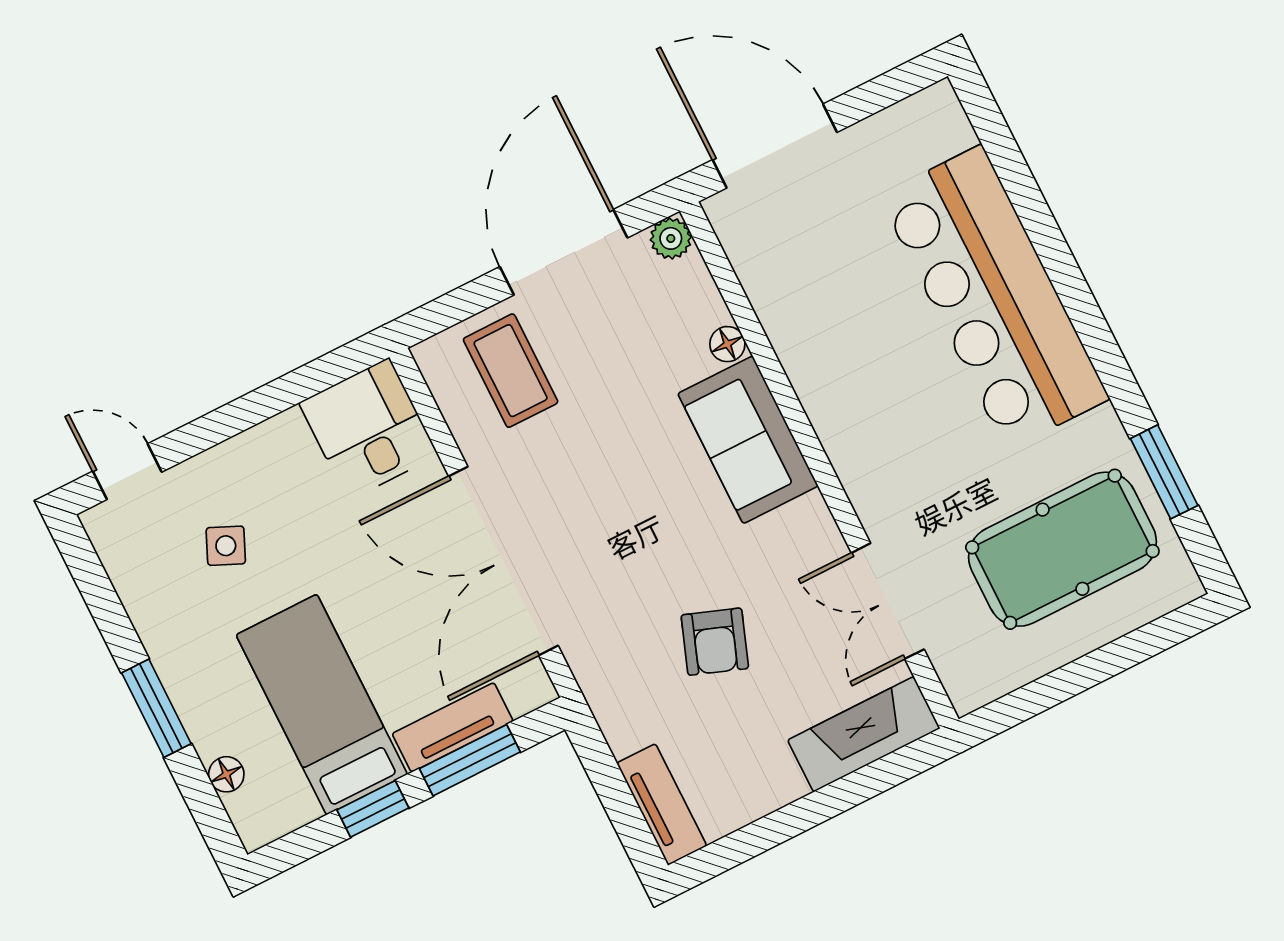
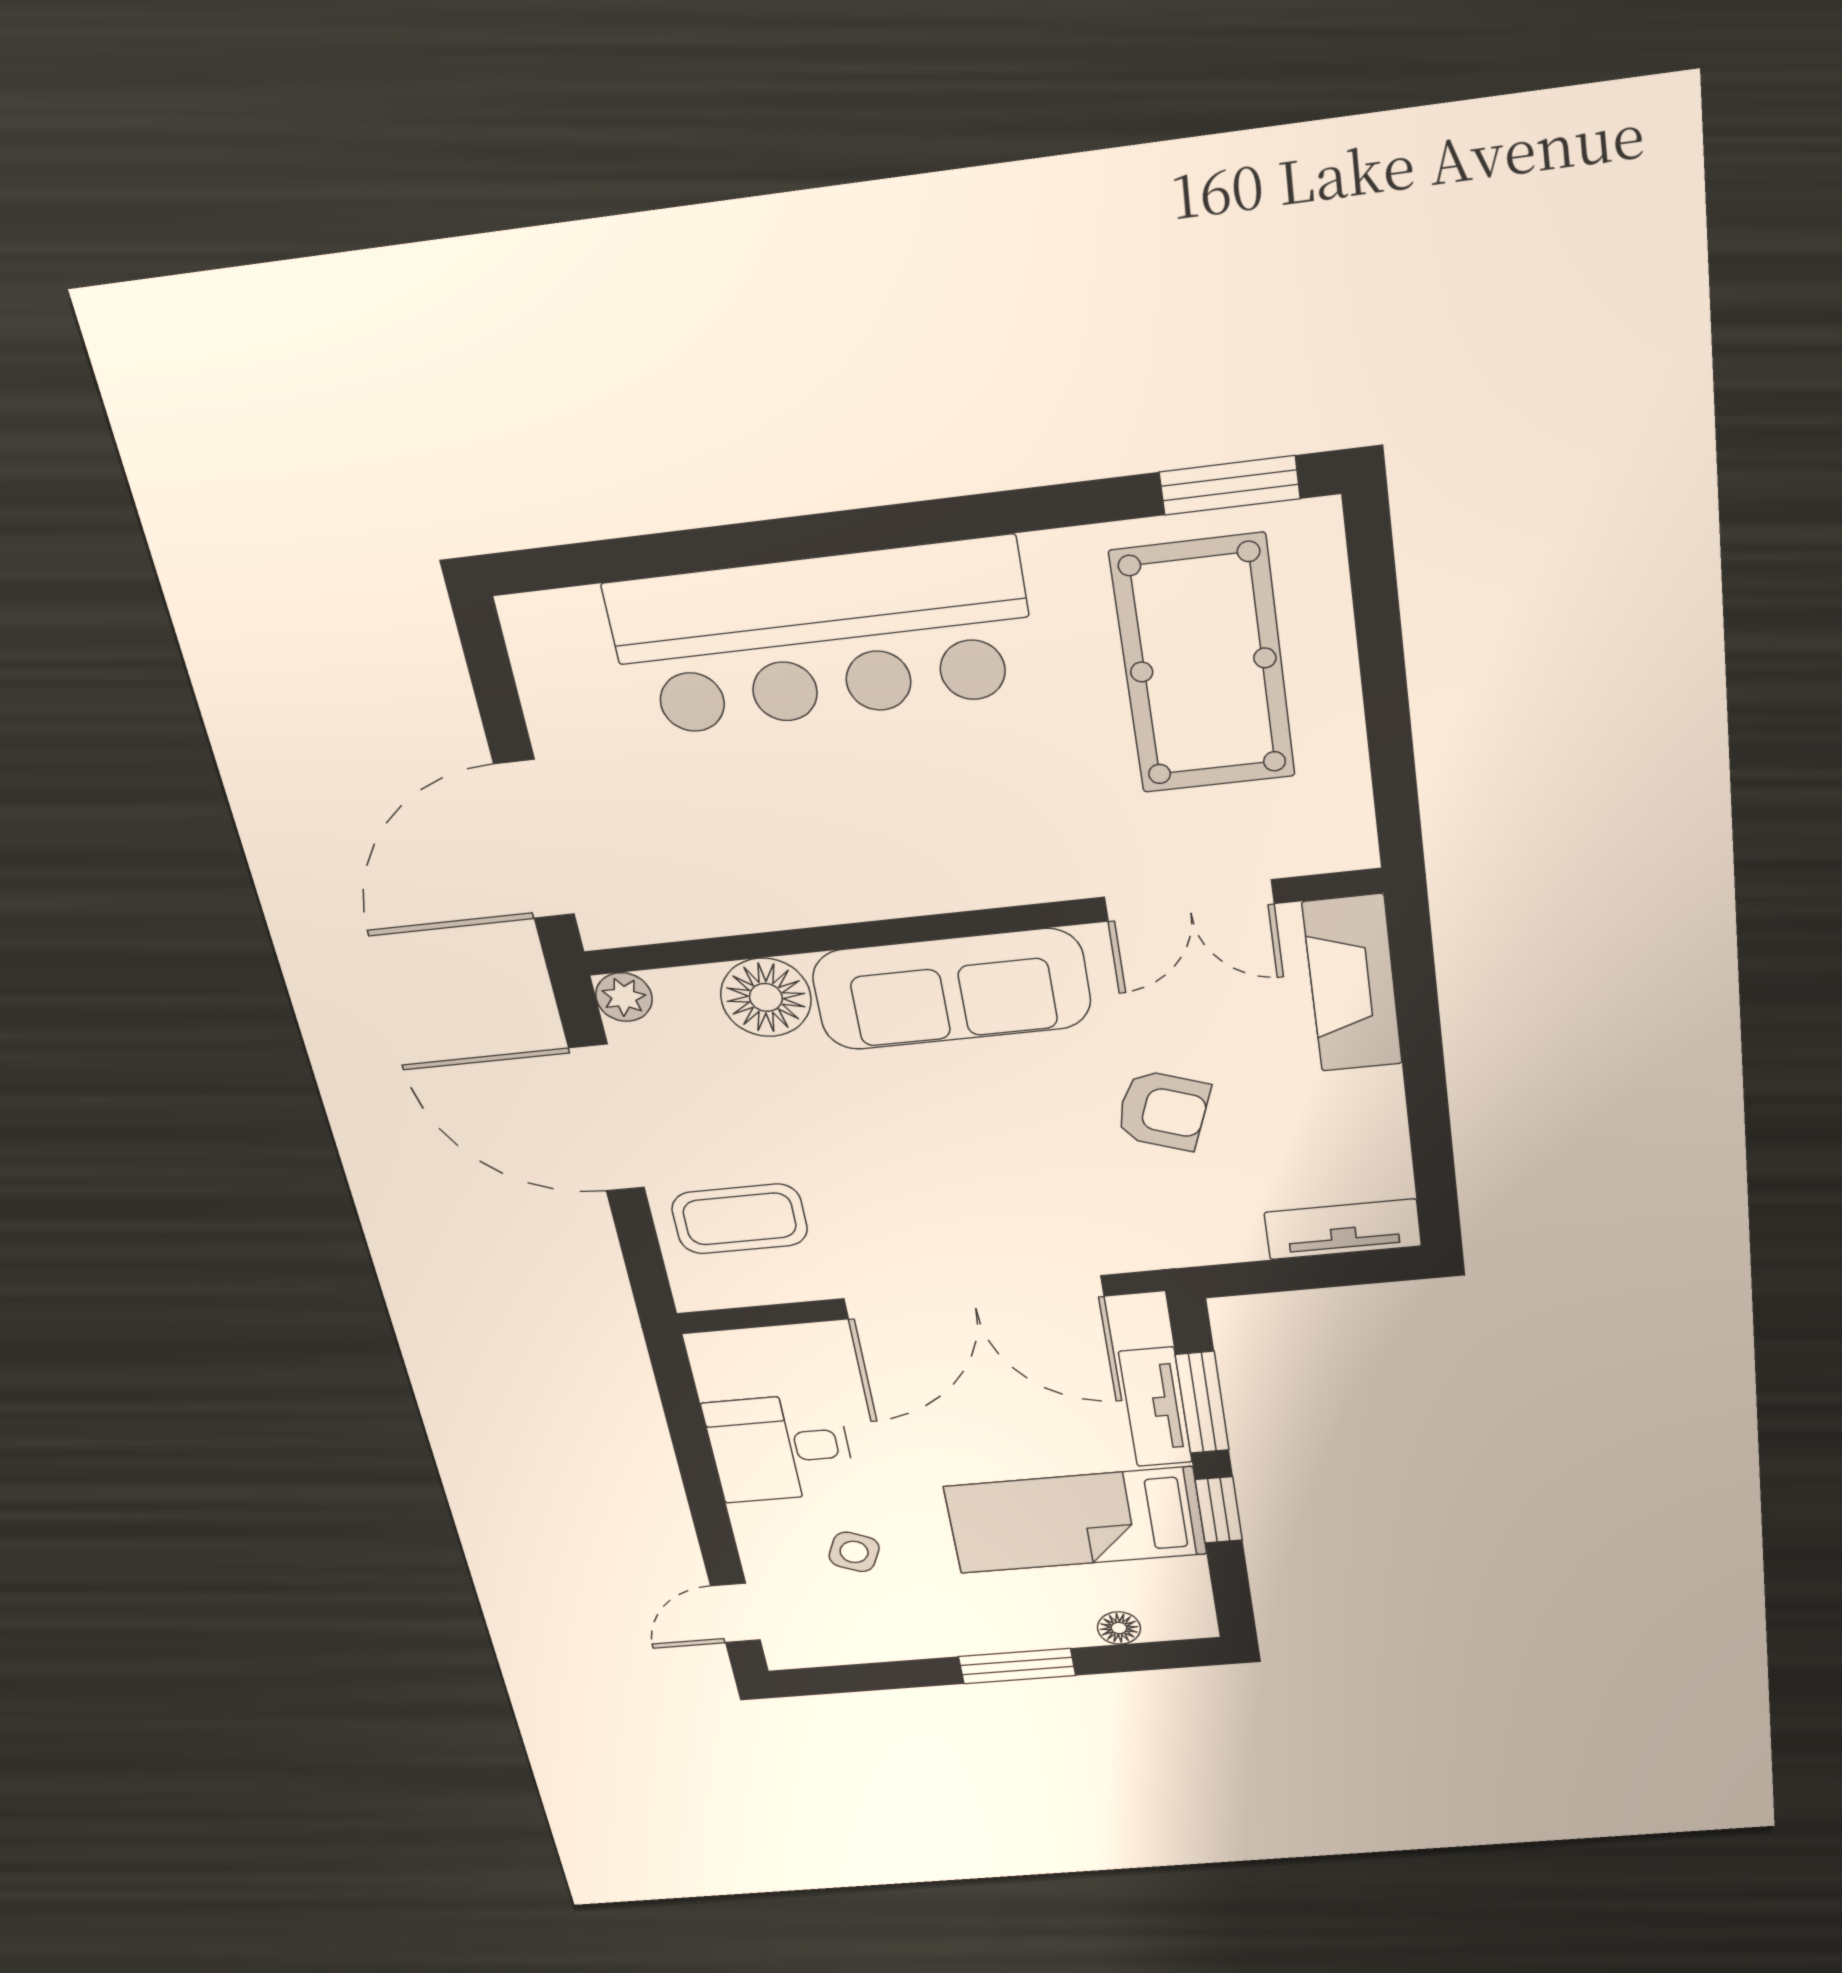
floor lamp: (727, 344) -> (766, 997), width x1.89, depth x1.89
desk: (368, 429) -> (780, 1448), moved
sofa: (748, 440) -> (952, 989), width x1.36
window: (1164, 472) -> (1230, 485), moved

